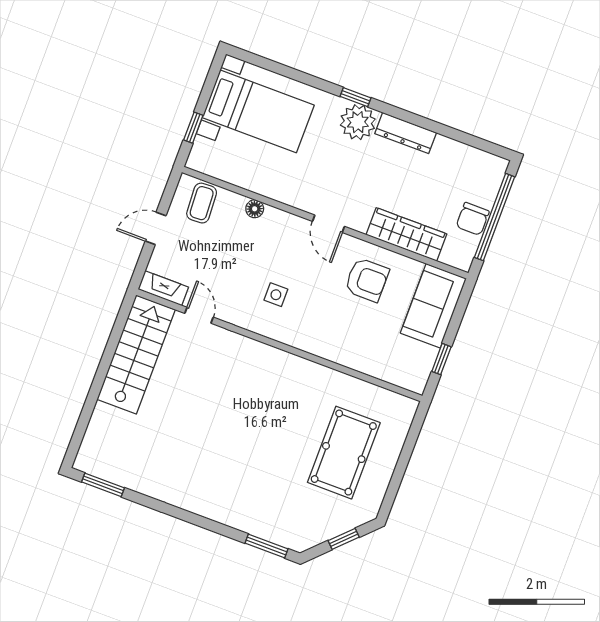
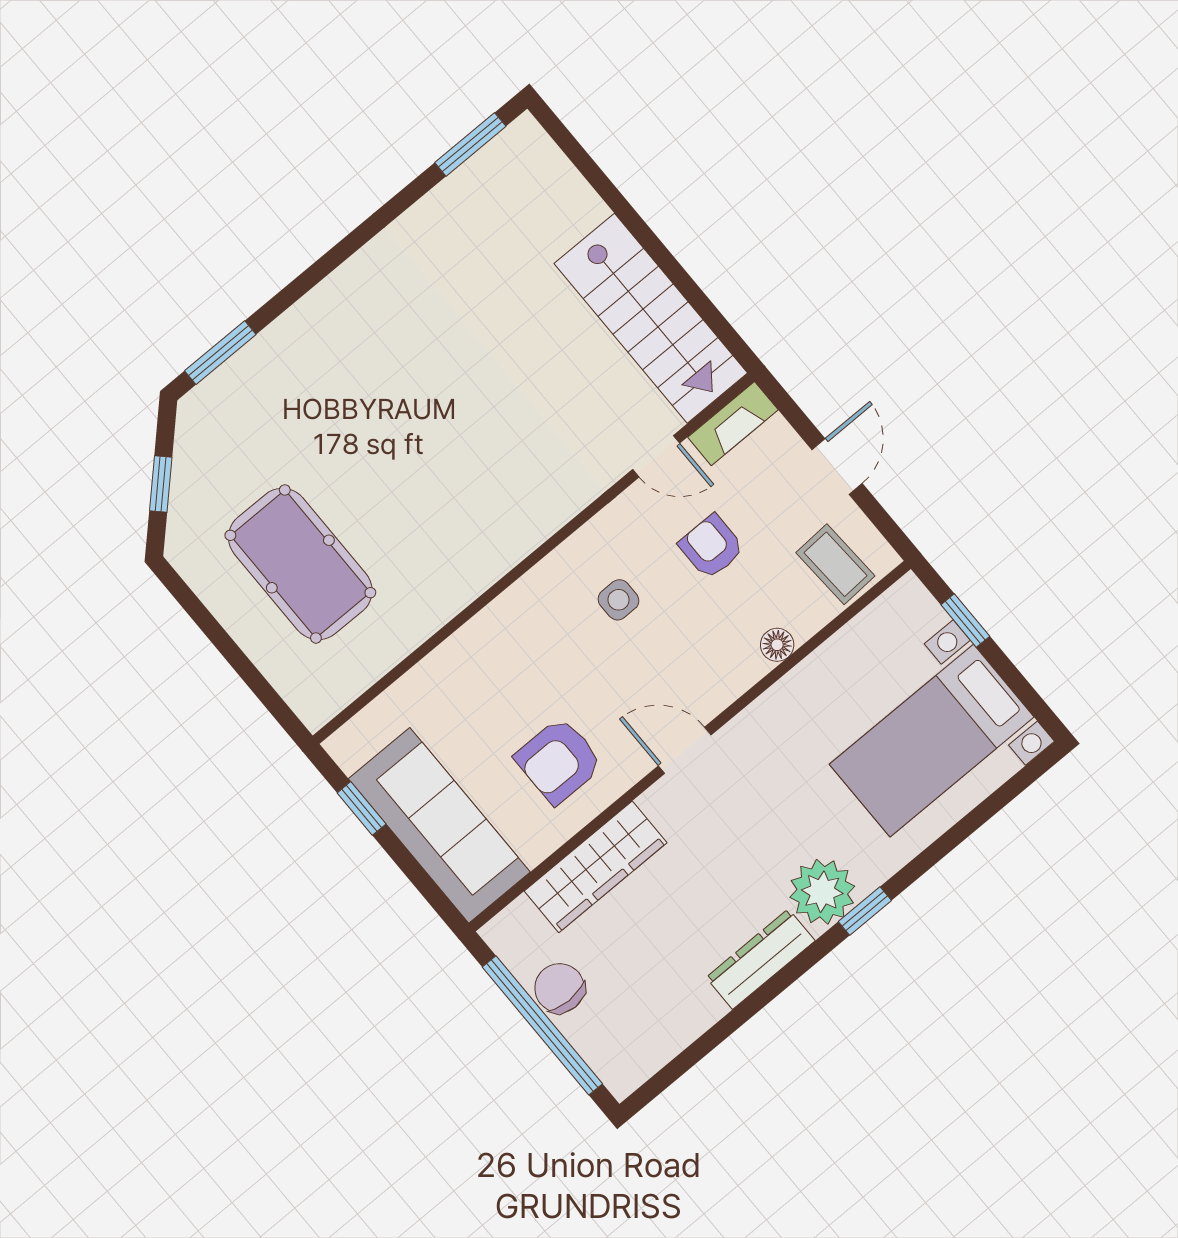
armchair: (226, 266) -> (711, 547), added
sofa: (433, 306) -> (439, 825), width x1.36

